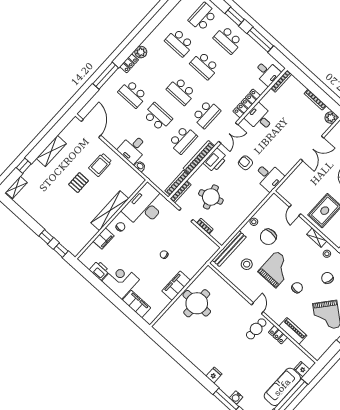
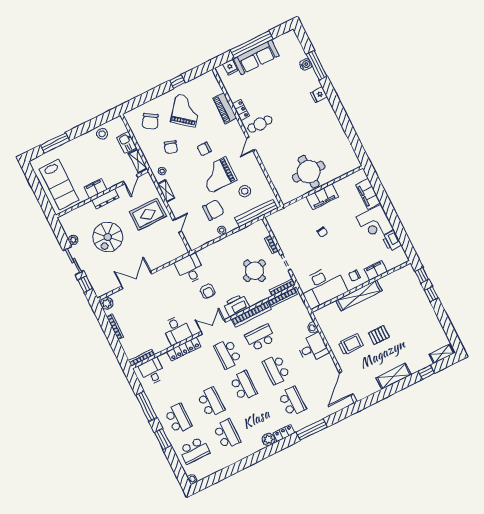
school desk: (206, 114) -> (228, 354), turned -90

